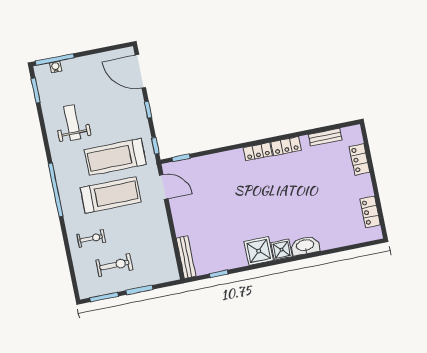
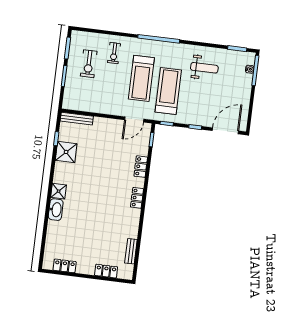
locker: (286, 146) -> (141, 167), moved
shower: (259, 251) -> (66, 152), moved

